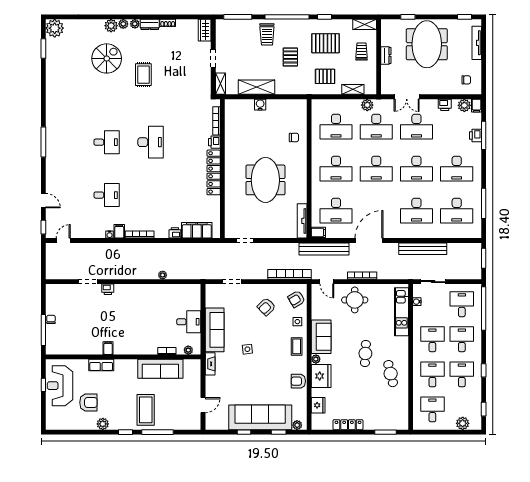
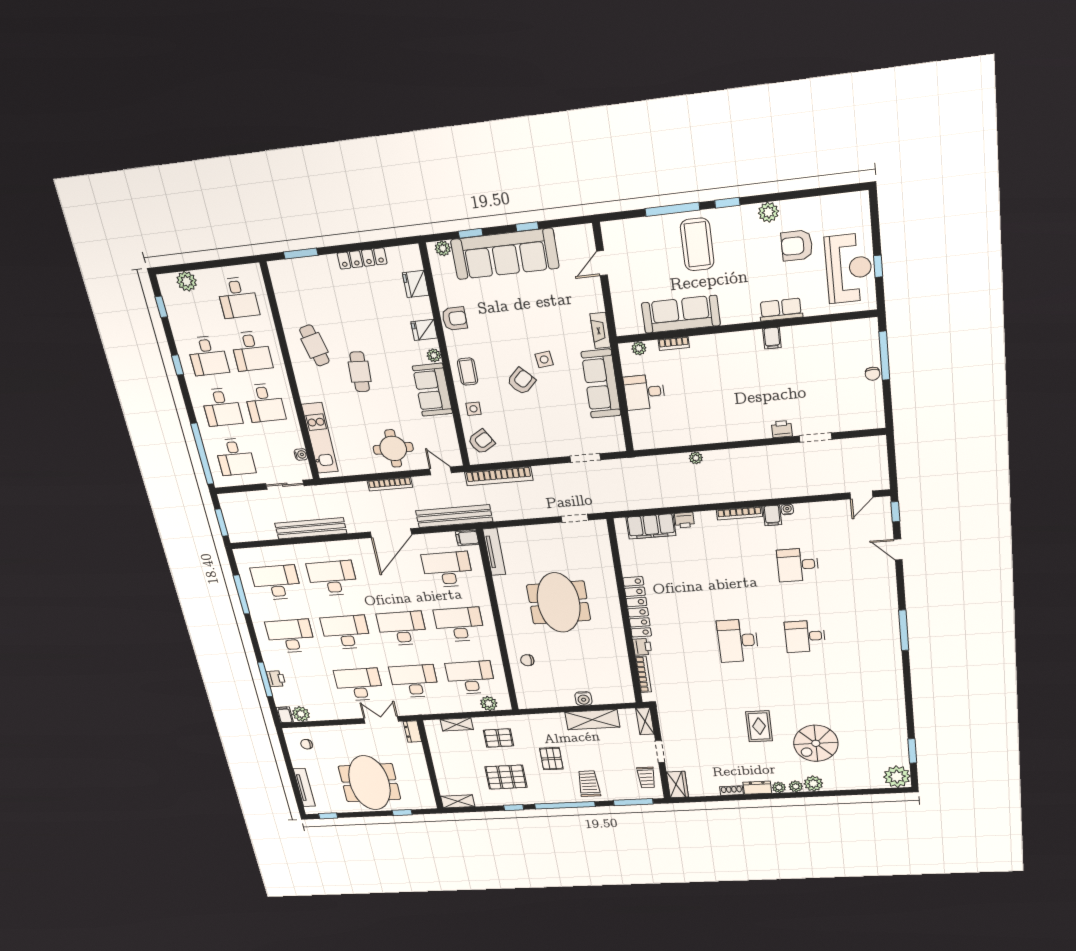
trolley: (361, 52) -> (646, 777), moved
dresser: (386, 55) -> (412, 732), moved
plant: (367, 105) -> (489, 703), moved
printer: (445, 105) -> (327, 713), removed
armchair: (266, 307) -> (521, 381), moved
fridge: (321, 376) -> (424, 330), width x0.53, depth x0.75

